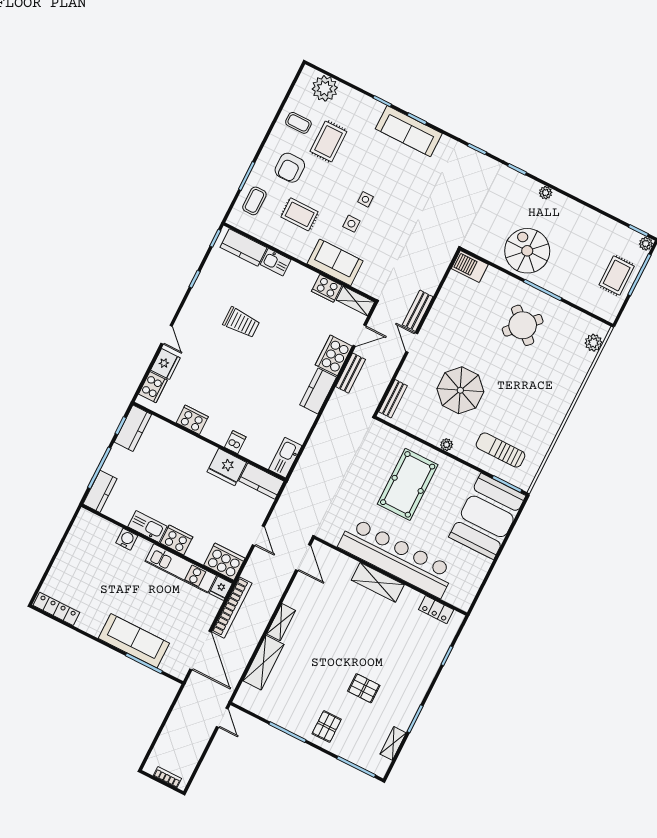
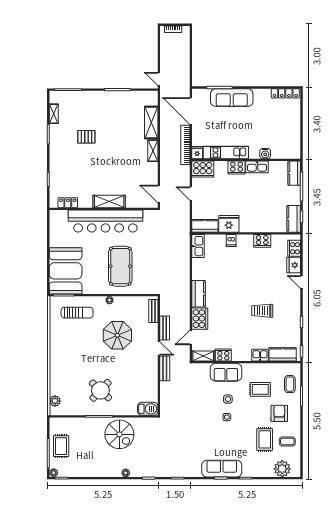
bench: (351, 373) -> (165, 328), moved
pallet: (327, 726) -> (97, 104), removed

